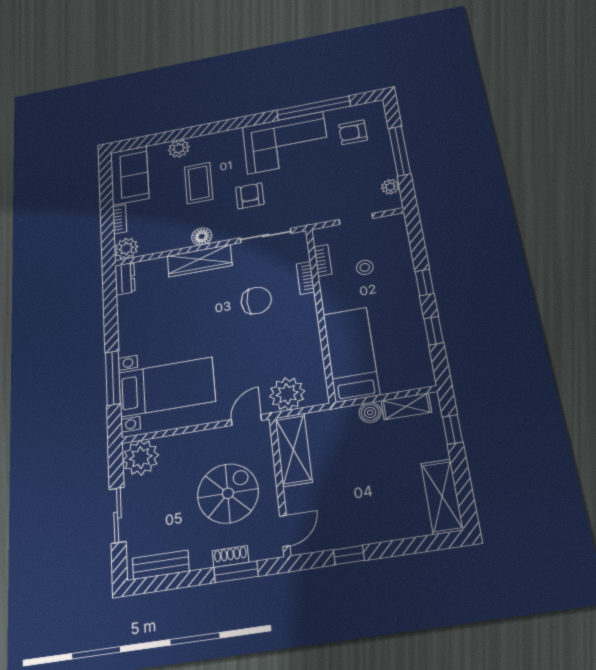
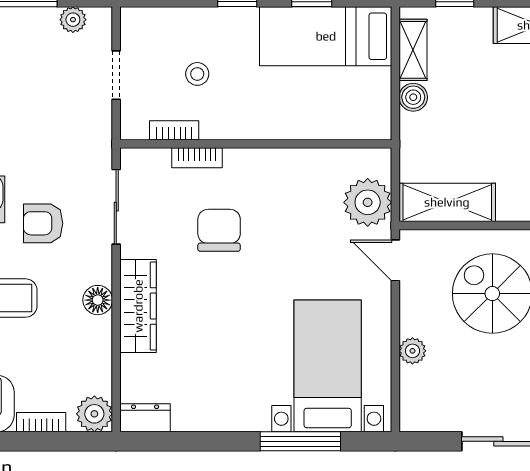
bed: (351, 354) -> (326, 36), moved
plant: (141, 458) -> (412, 351), moved, width x0.53, depth x0.53

